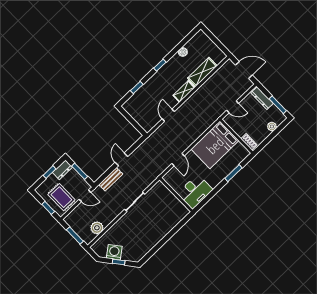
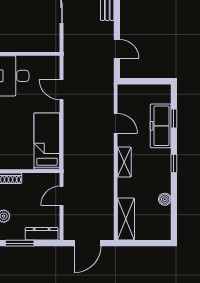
shelving: (202, 72) -> (126, 219), moved
freezer: (147, 91) -> (161, 126), added
bed: (215, 145) -> (47, 141), width x0.67
door: (121, 159) -> (117, 49), moved

